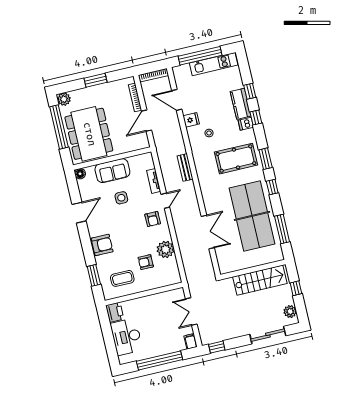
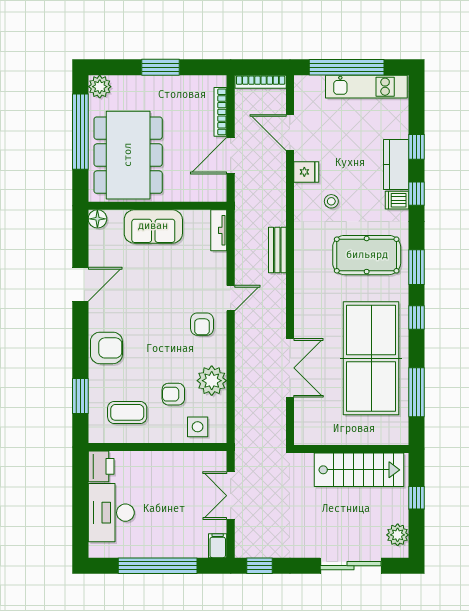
tv unit: (154, 181) -> (219, 230), moved
side table: (121, 198) -> (198, 427), moved

